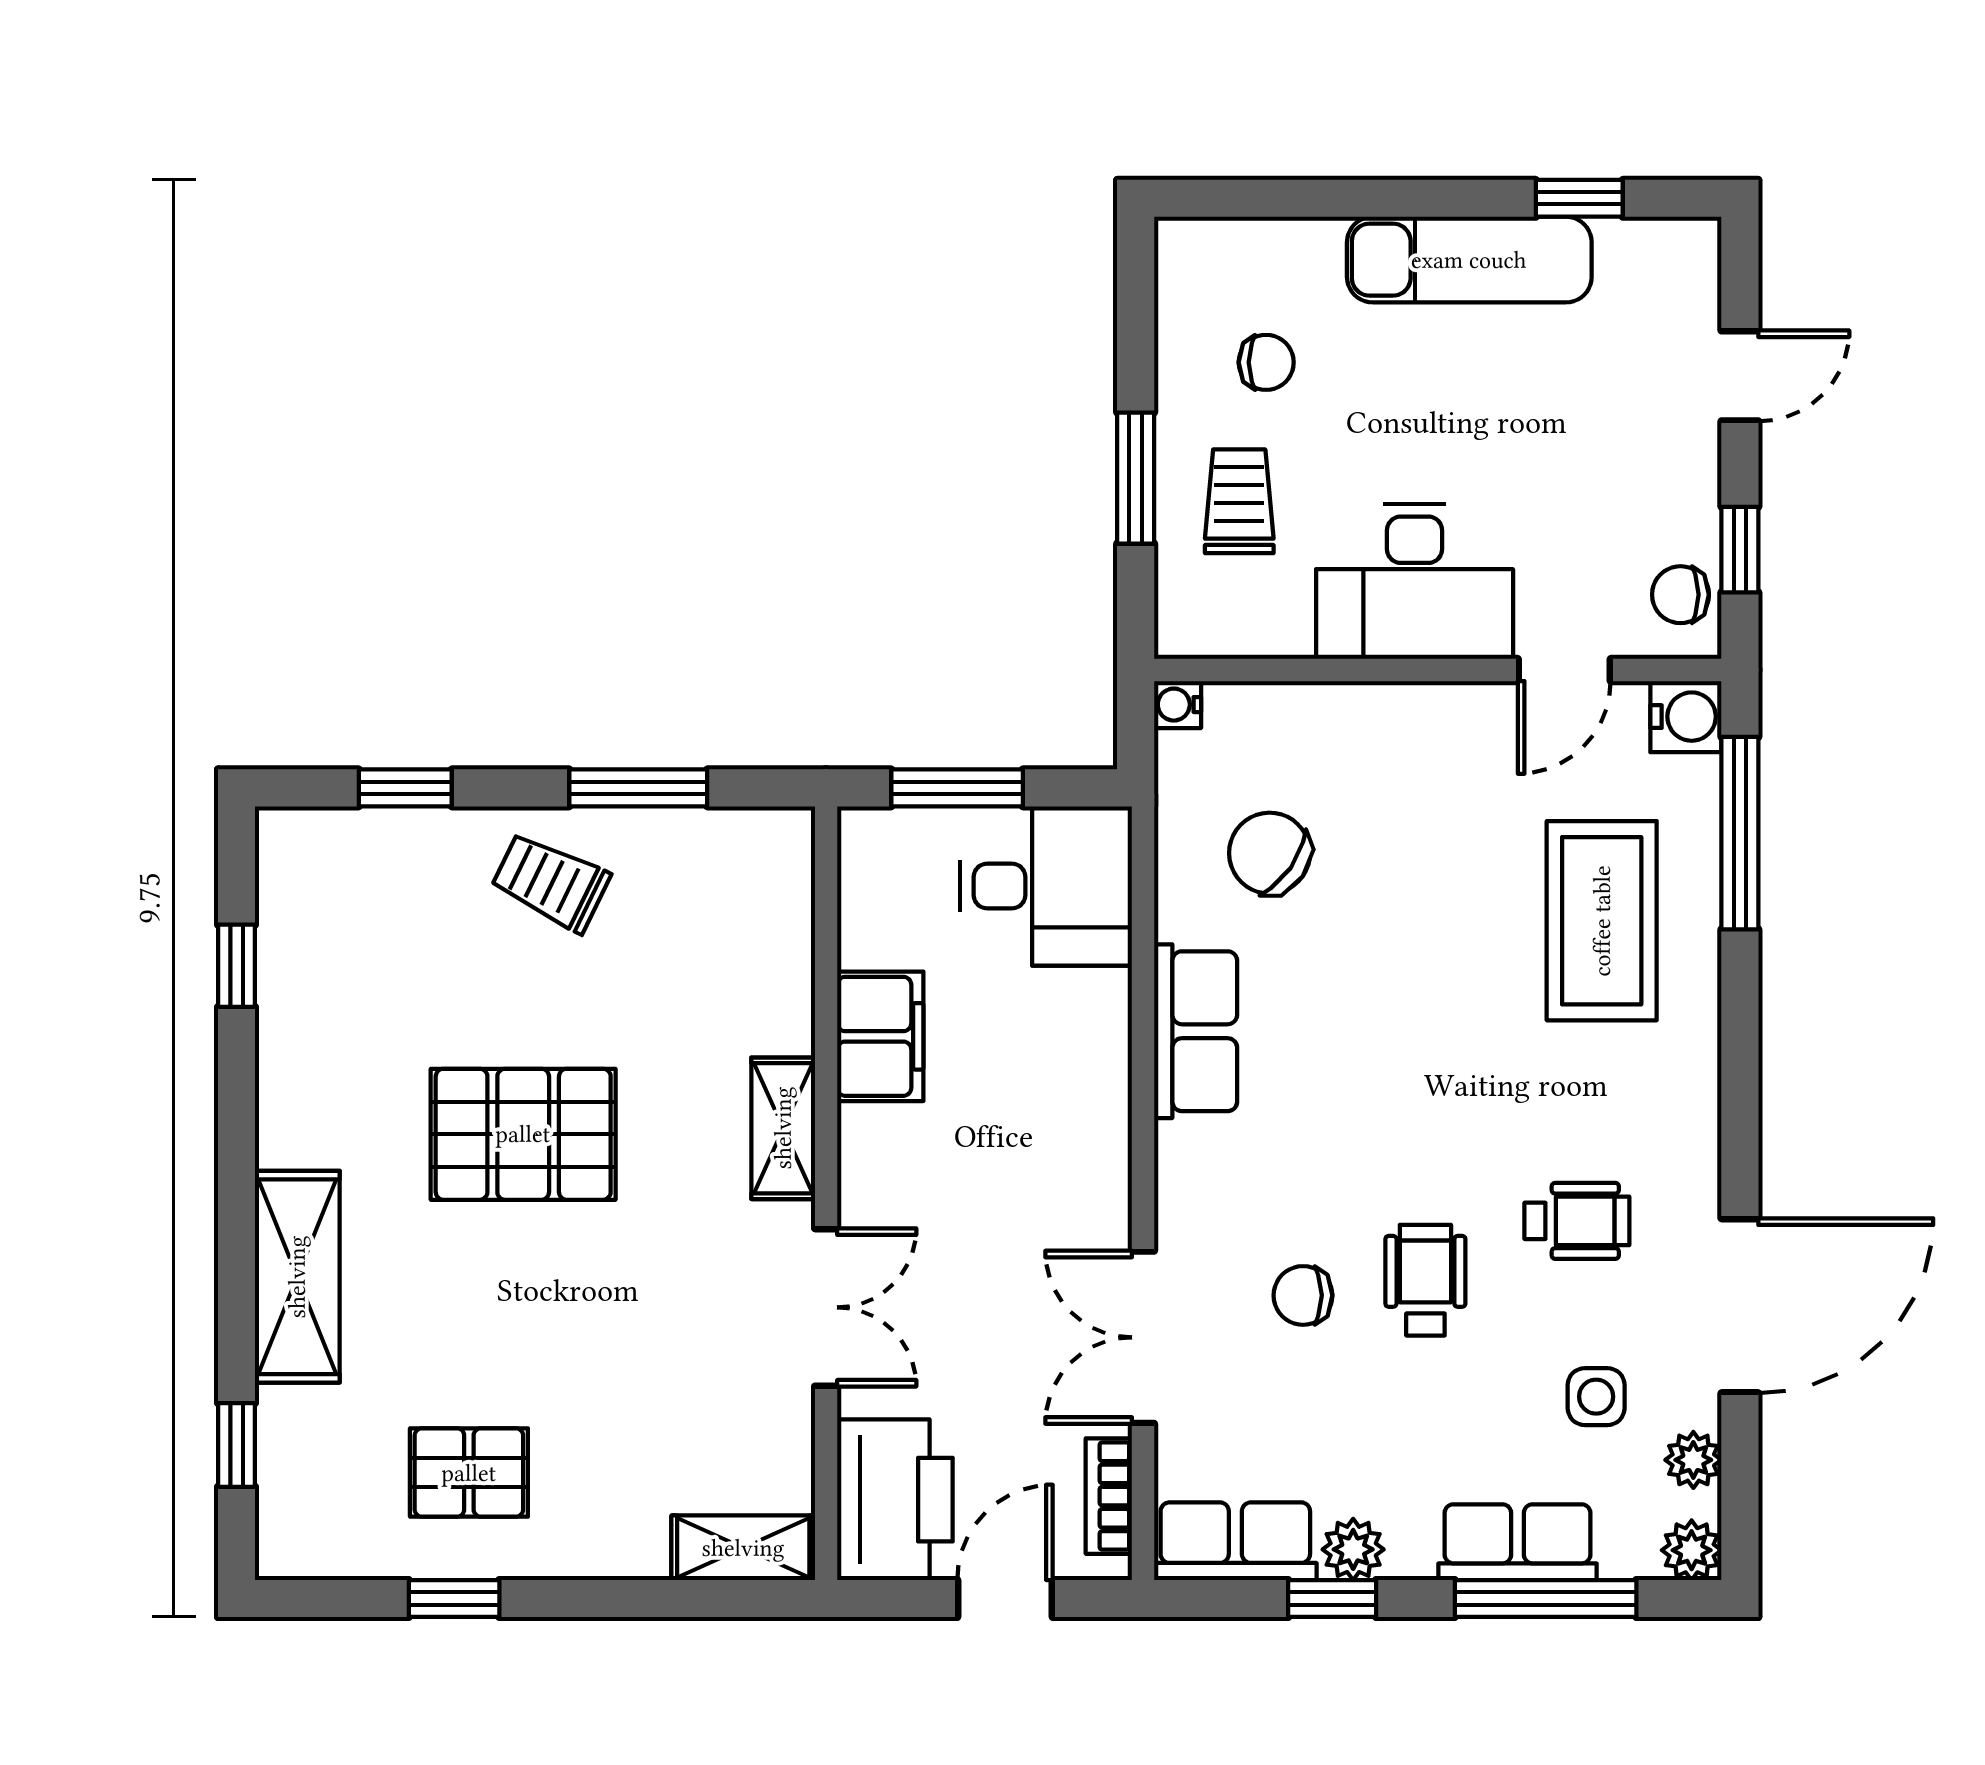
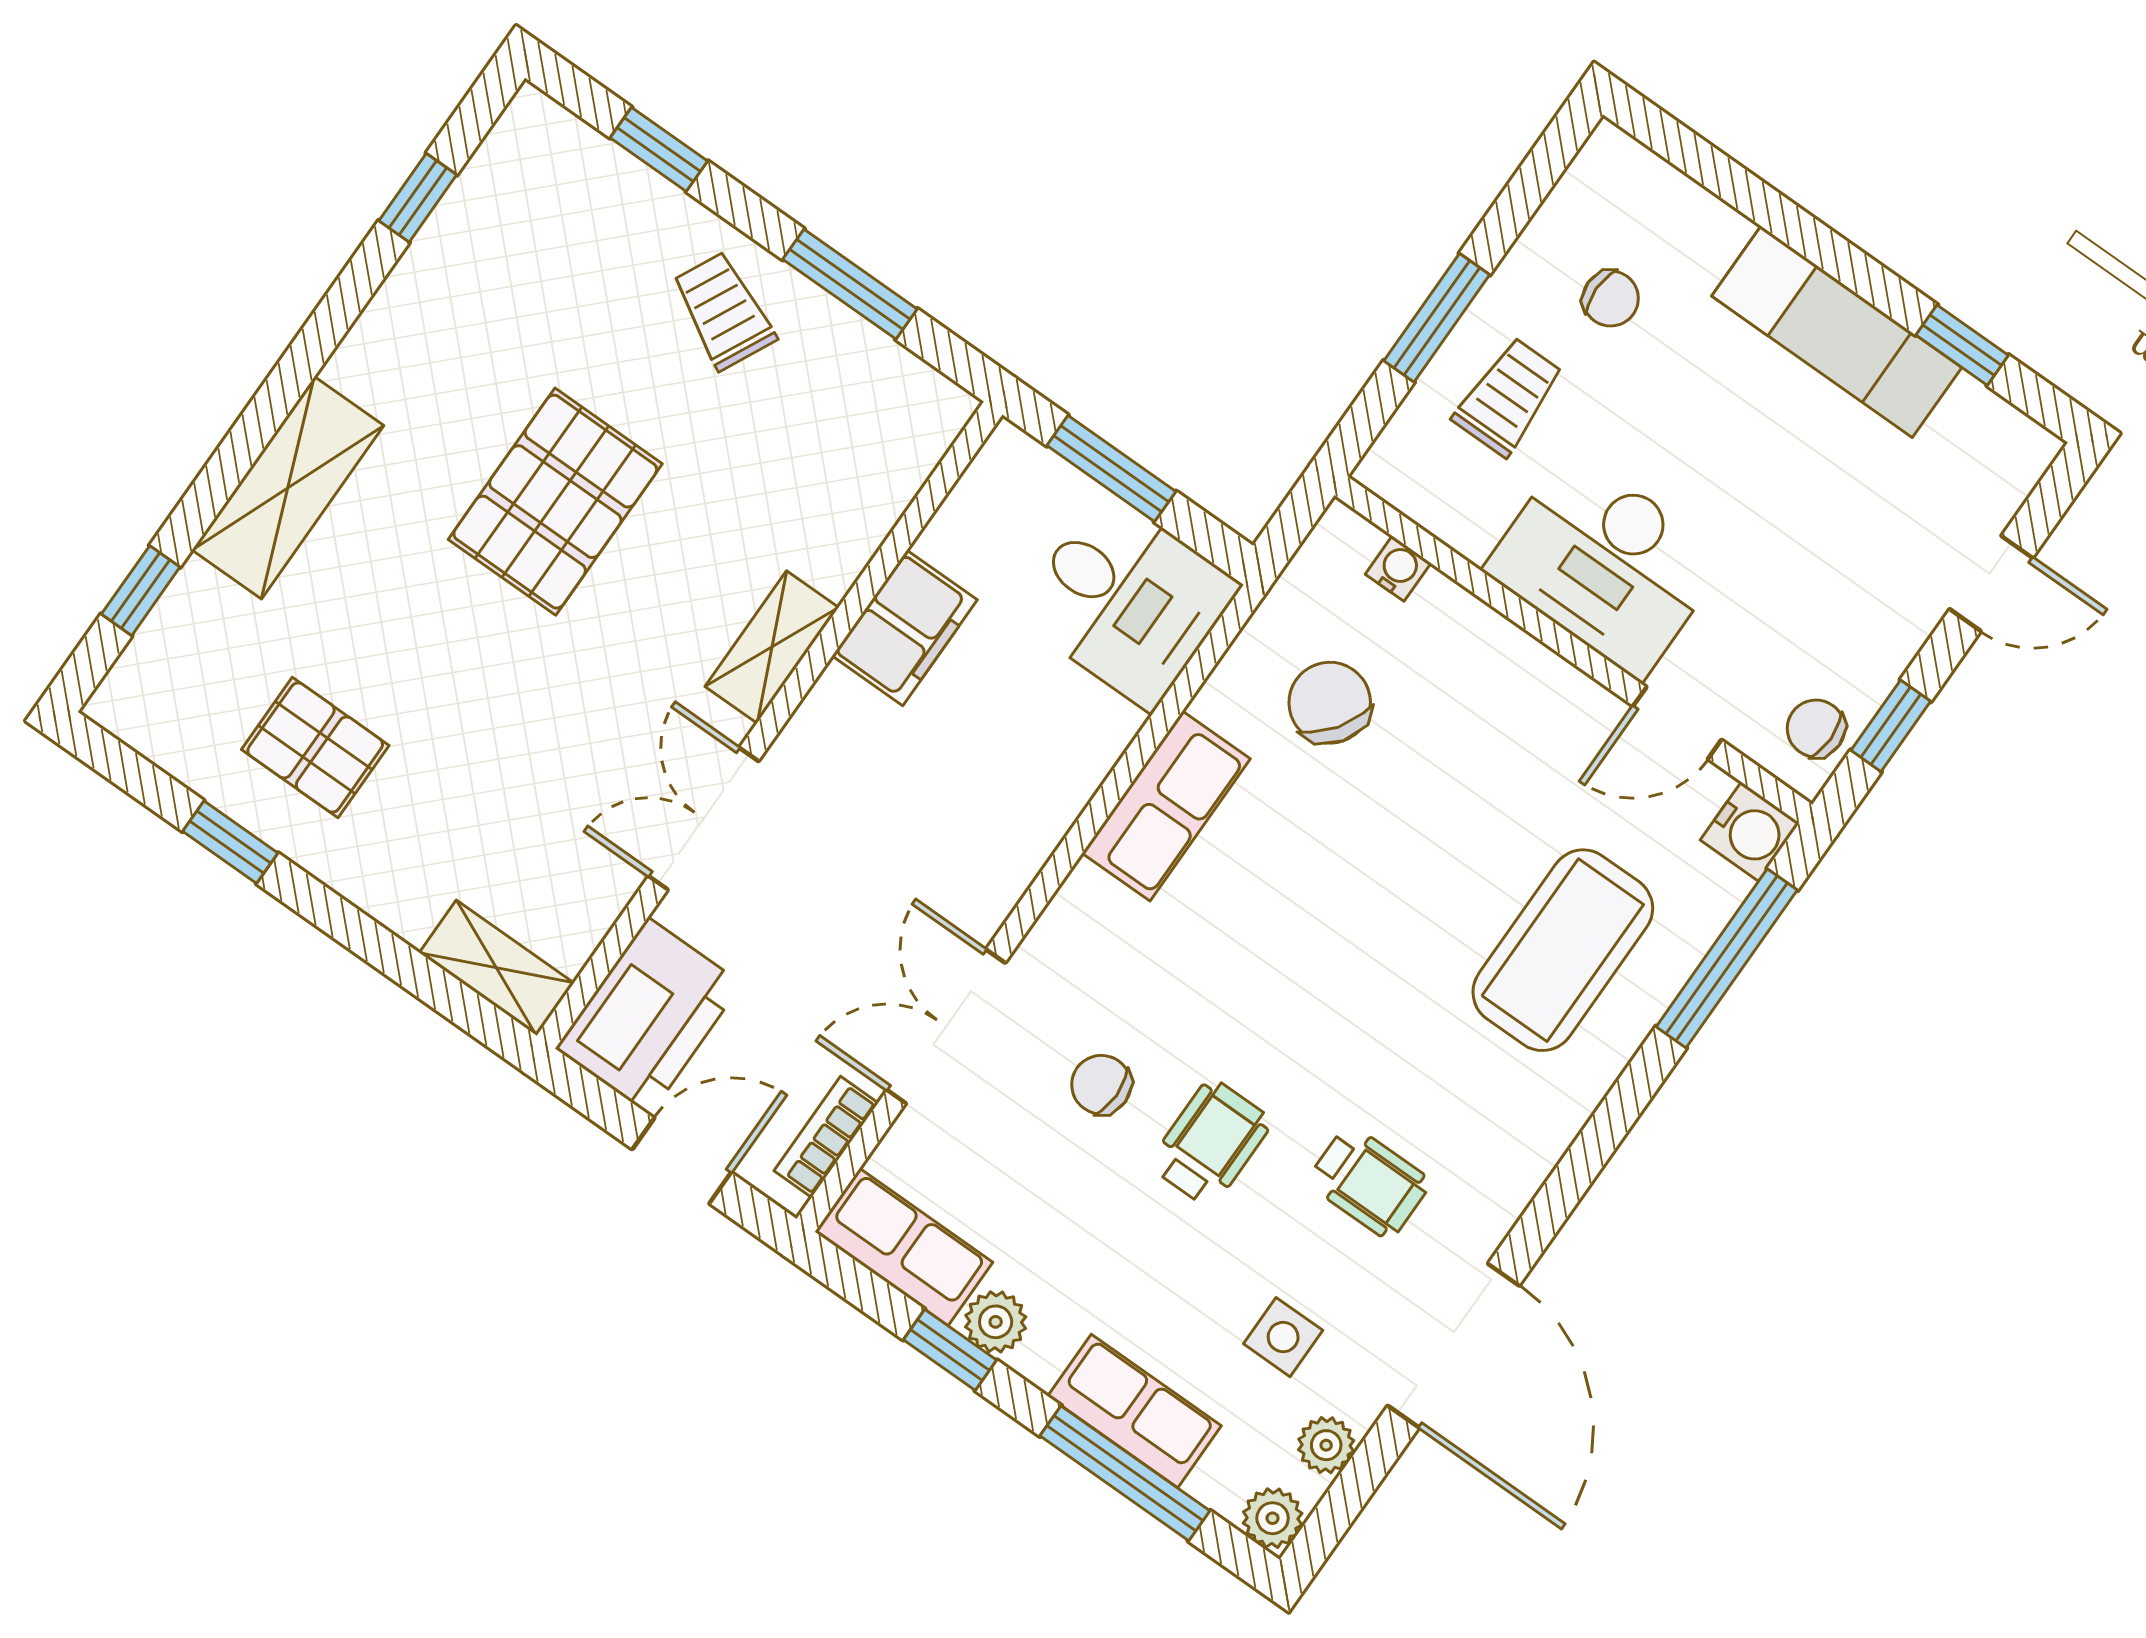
water cooler: (1178, 705) -> (1398, 569), moved, turned 90
pallet: (523, 1134) -> (555, 502), turned 90
door: (1740, 1306) -> (1453, 1346), hinge flipped
double door: (826, 1307) -> (703, 819), swing flipped

